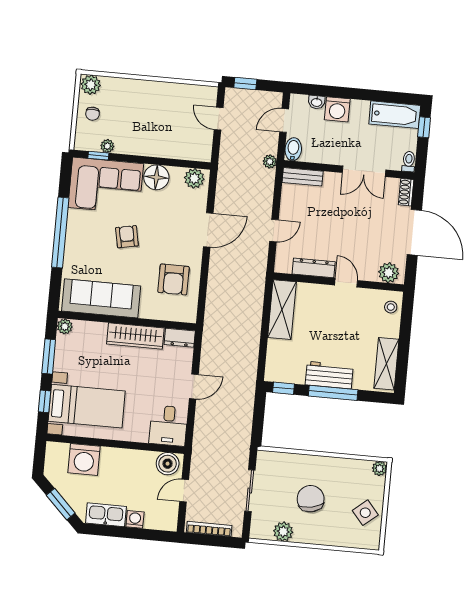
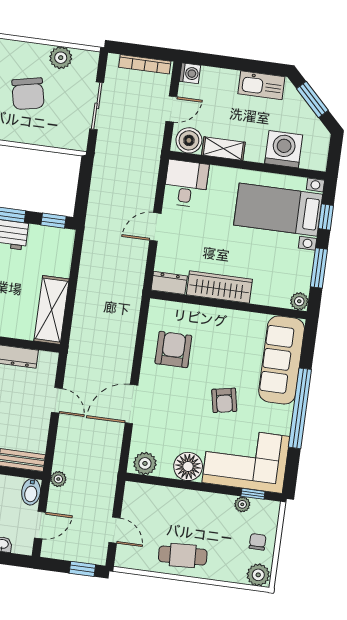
cafe table: (158, 99) -> (183, 556), added
door: (274, 231) -> (57, 400), swing flipped
sofa: (101, 298) -> (282, 360), moved, turned 90
shelving: (137, 458) -> (223, 149), added
washing machine: (135, 519) -> (190, 73), moved, turned -90

